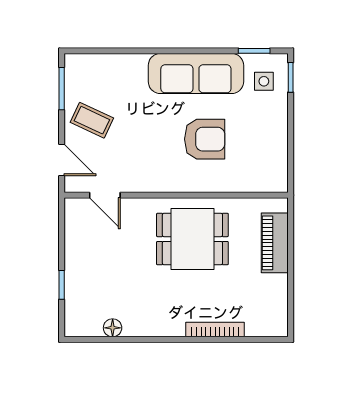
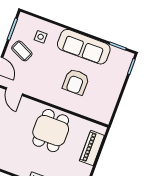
side table: (264, 81) -> (41, 37), moved
armchair: (205, 139) -> (76, 82), turned 90
dining table: (192, 239) -> (51, 131), turned 90

